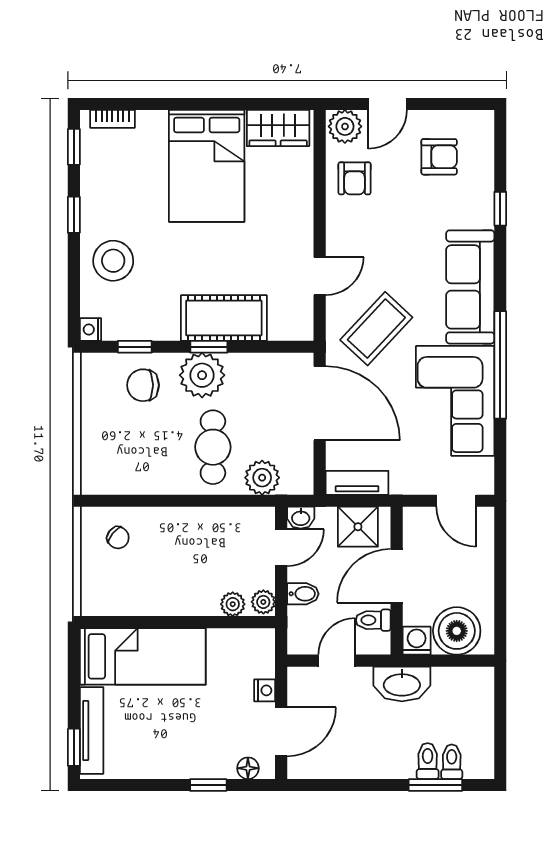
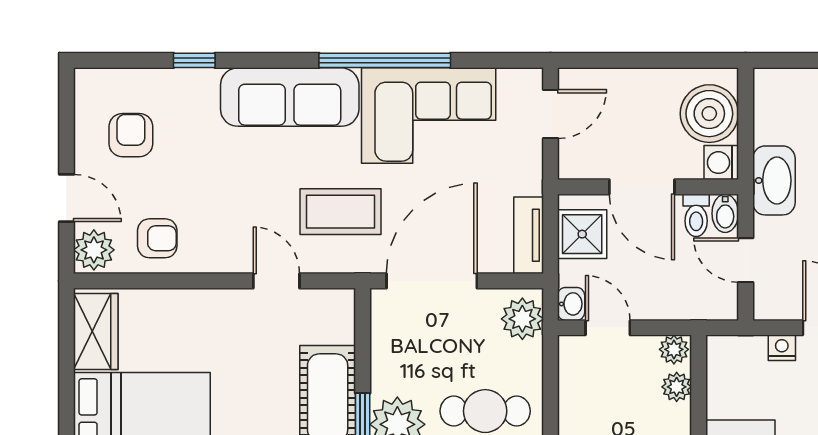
coffee table: (376, 329) -> (341, 212), turned -43
plant: (262, 478) -> (522, 319), moved
bidet: (303, 594) -> (725, 213), moved, turned 180

